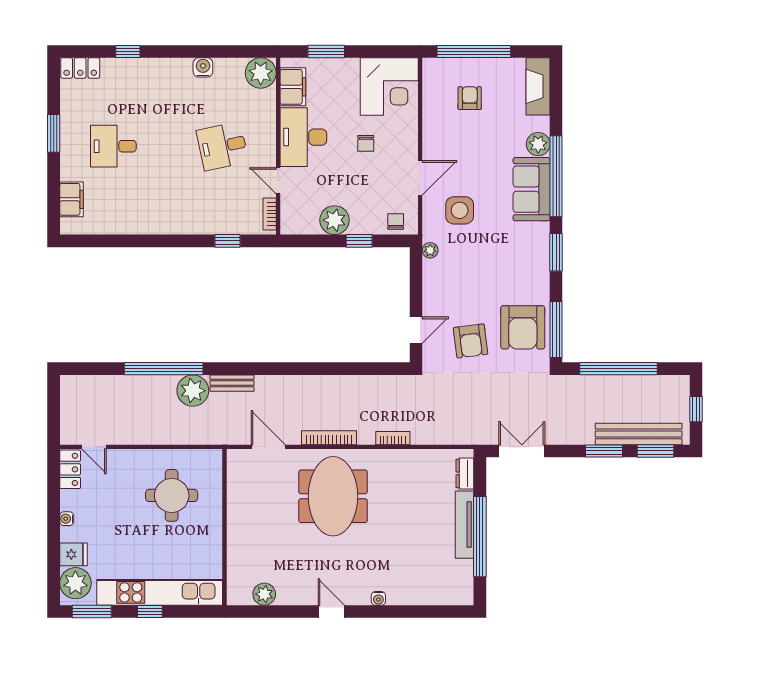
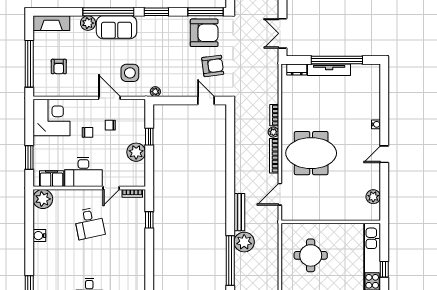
armchair: (470, 98) -> (59, 66), turned -90
chair: (396, 222) -> (110, 125), moved
bench: (232, 383) -> (239, 212), width x1.36
plant: (366, 437) -> (273, 132), added

